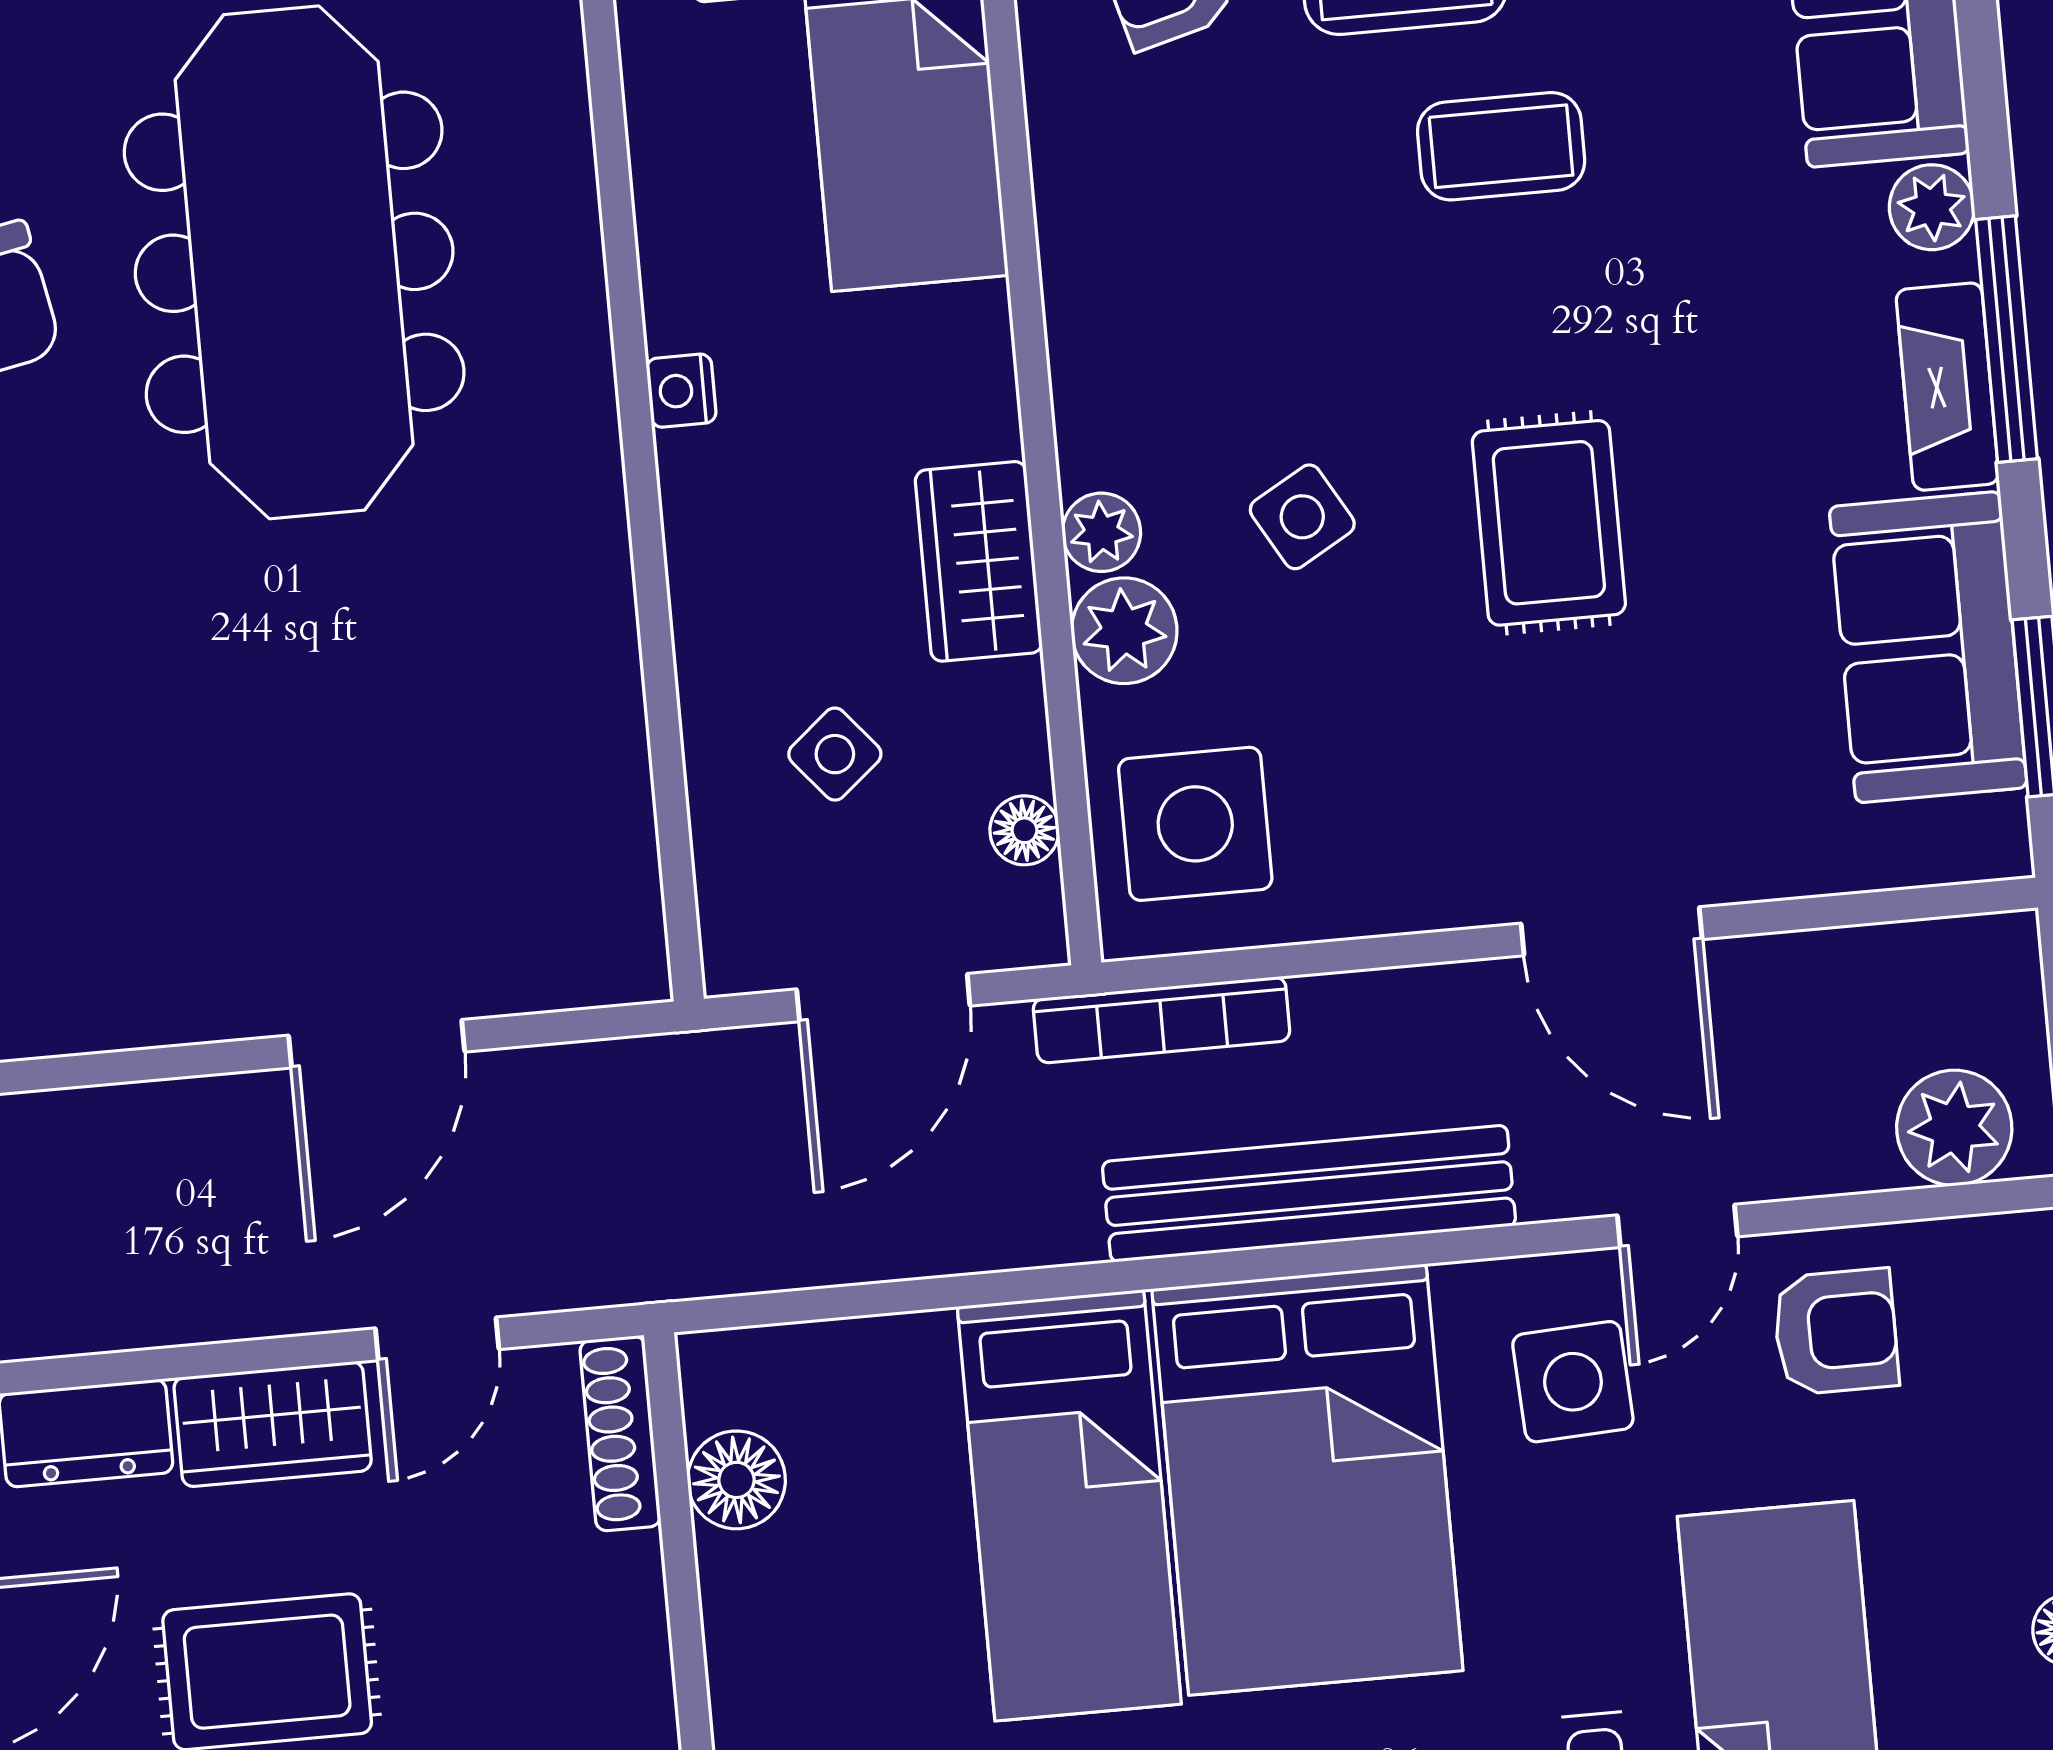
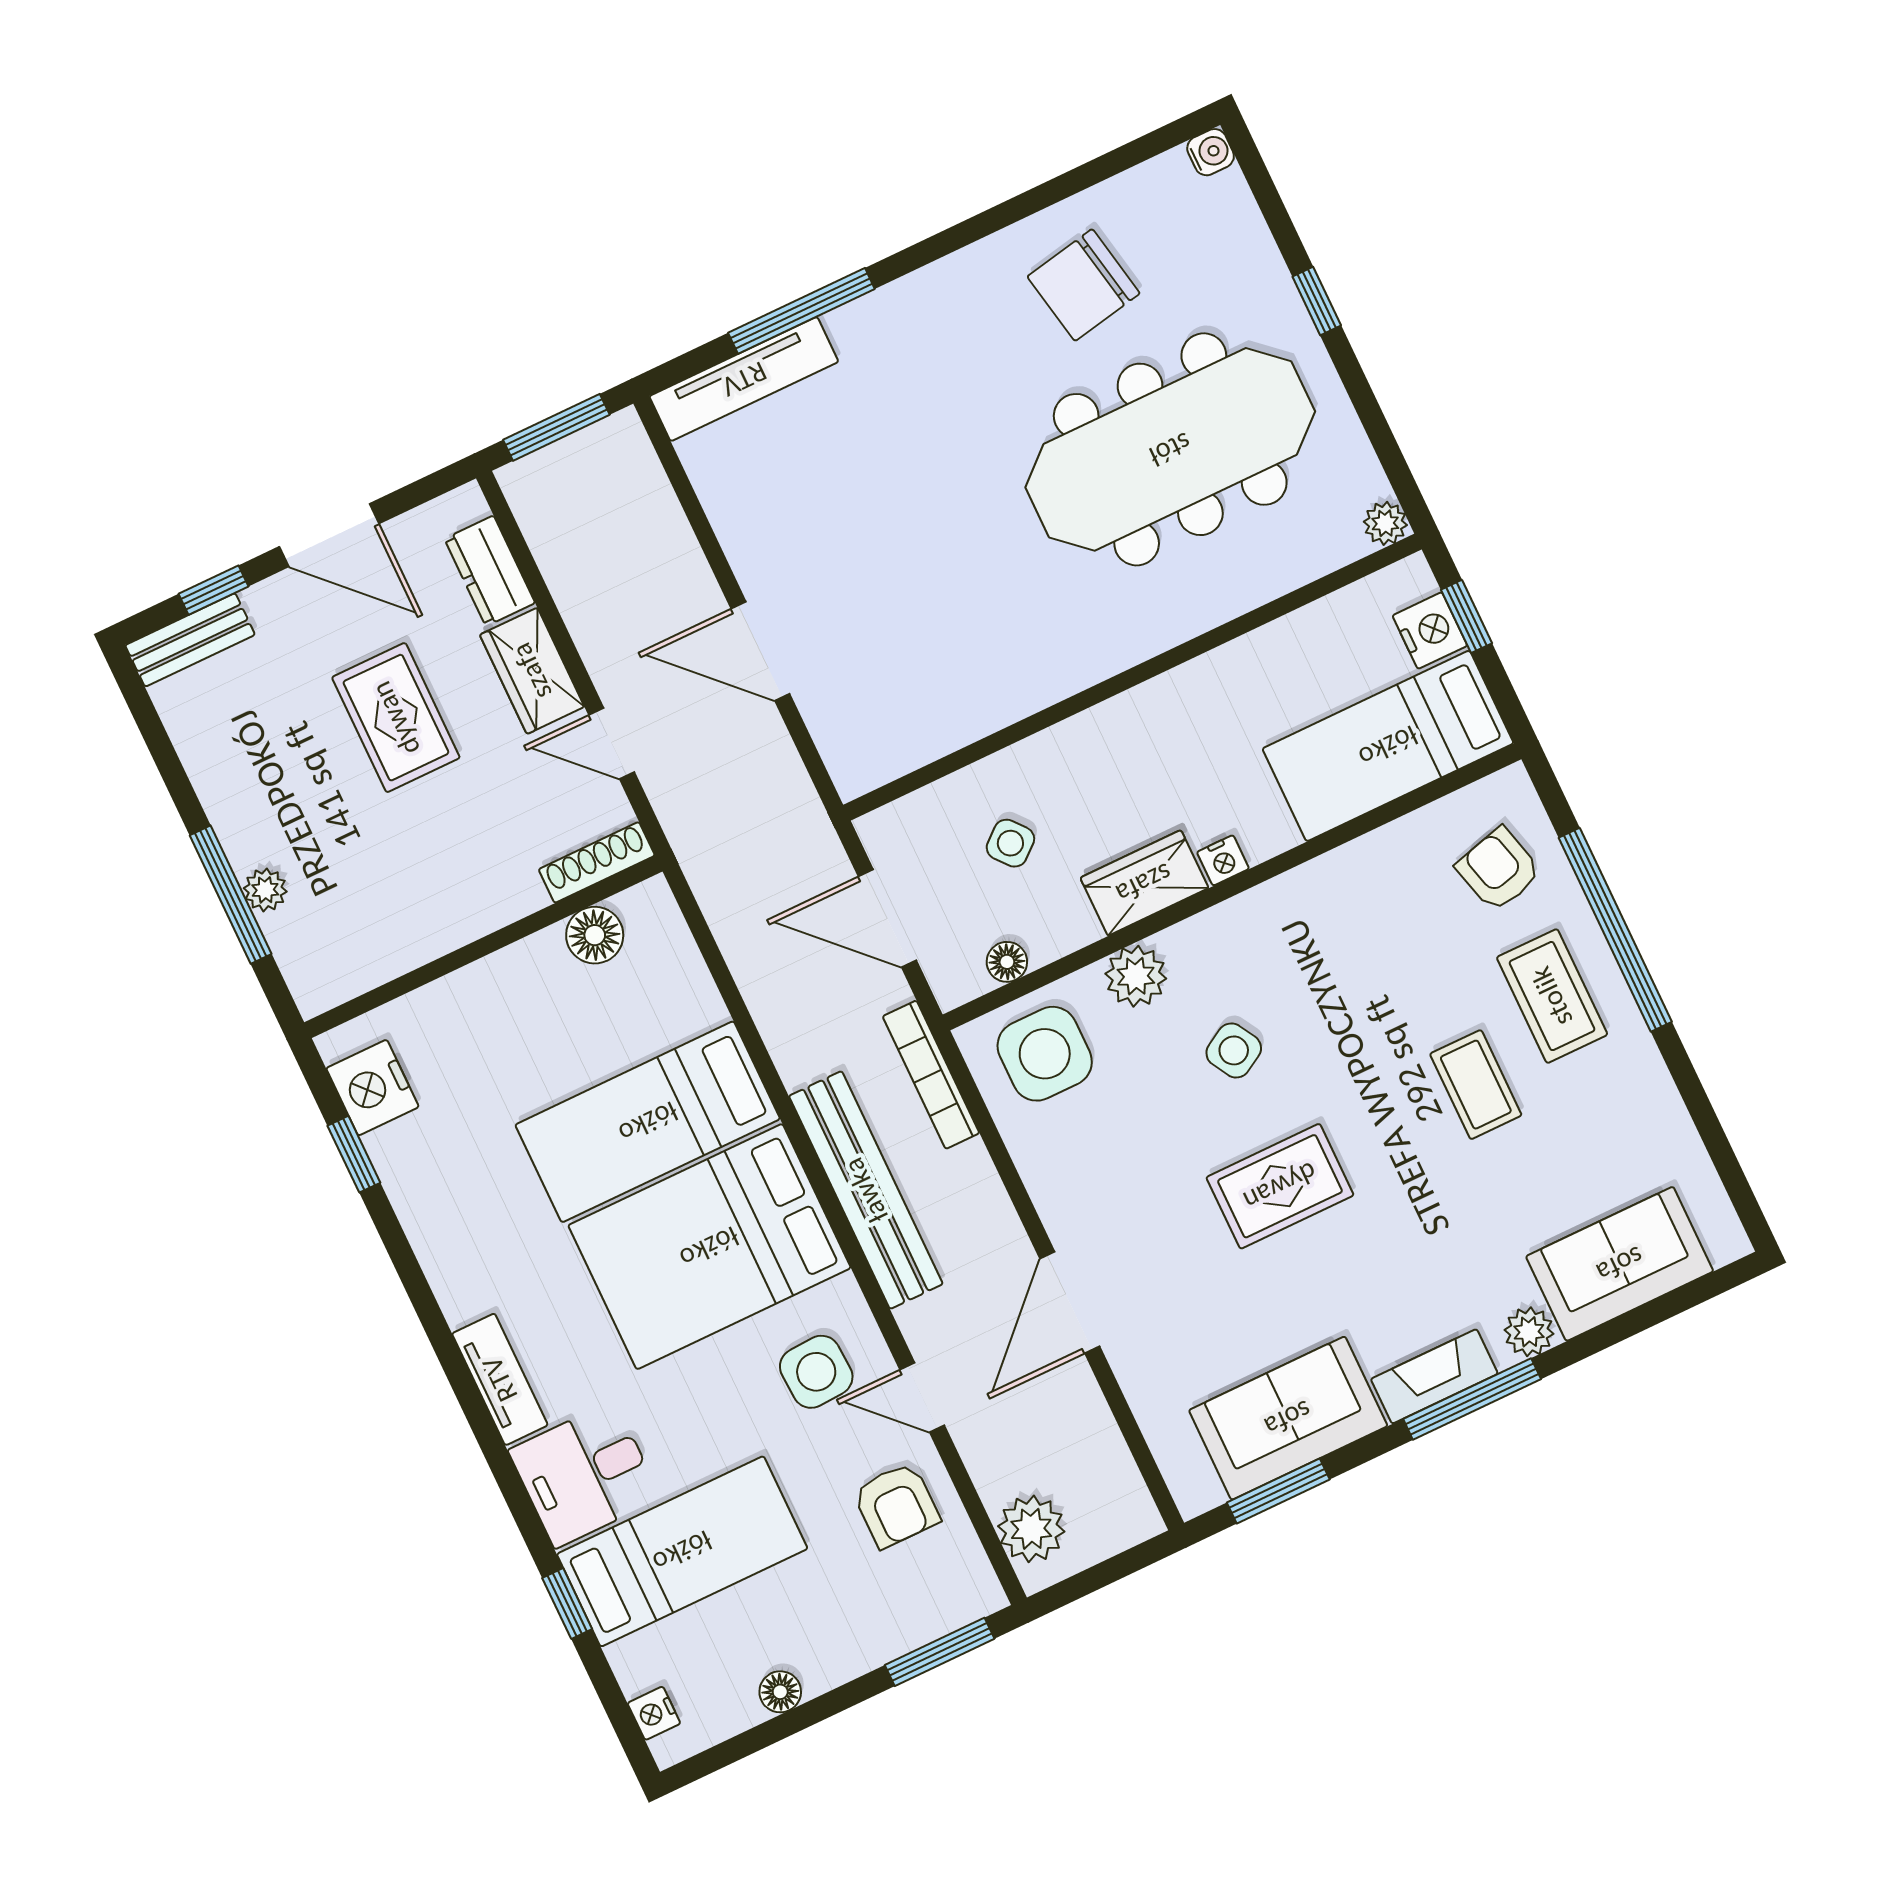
nightstand: (681, 391) -> (1223, 860), moved, turned 180
plant: (1101, 532) -> (1185, 944), removed

